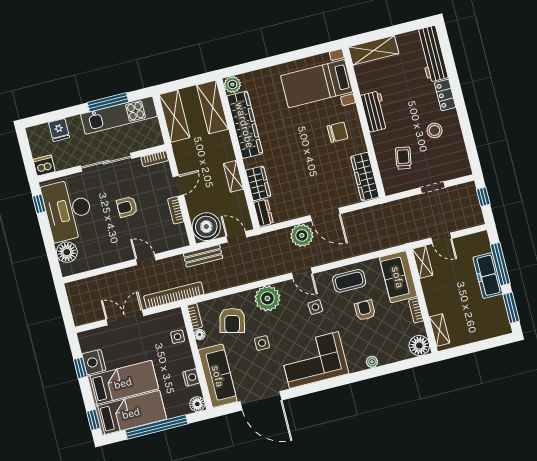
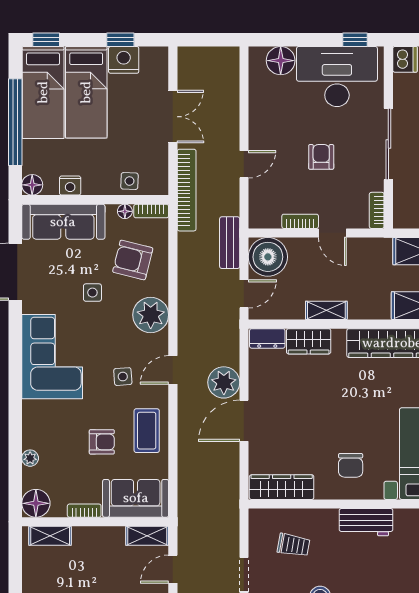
plant: (372, 362) -> (30, 458), moved

